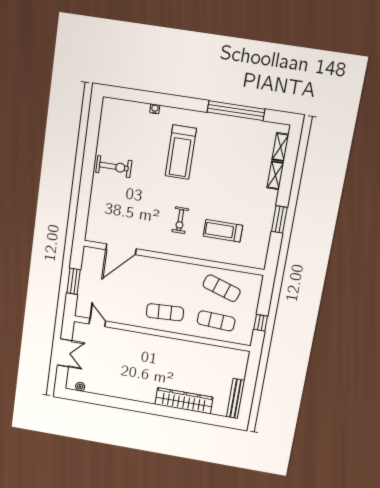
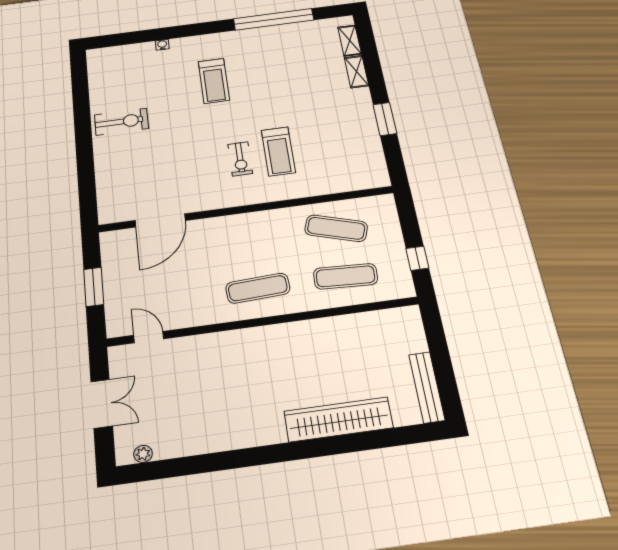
treadmill: (181, 152) -> (214, 81), width x0.73, depth x0.73
treadmill: (223, 231) -> (278, 151), moved, turned -90

